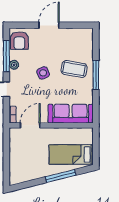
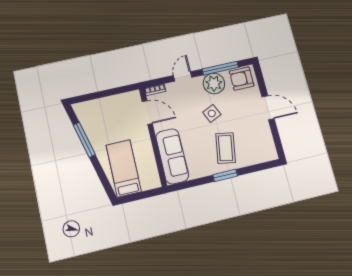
plant: (14, 65) -> (214, 83), width x1.88, depth x1.88
window: (96, 75) -> (225, 175), width x0.69
window: (61, 176) -> (84, 140), moved

